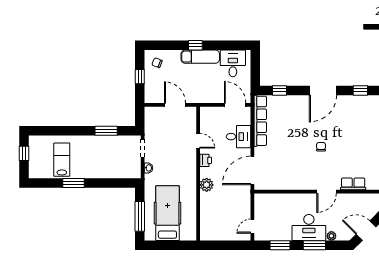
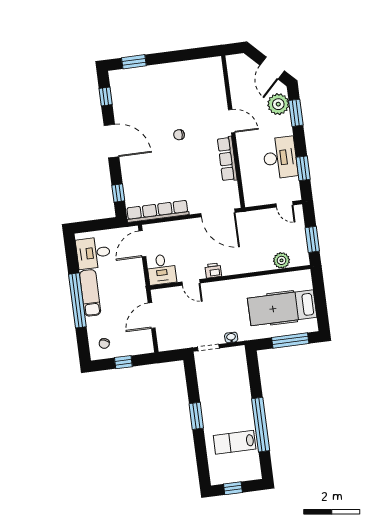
window: (195, 45) -> (77, 300), width x3.17
window: (106, 131) -> (196, 416), moved
desk: (239, 137) -> (161, 269), moved, turned 180
door: (198, 141) -> (191, 282), swing flipped
window: (74, 183) -> (261, 425), width x2.11
row of seats: (353, 184) -> (227, 159), moved, width x1.48
plant: (207, 185) -> (282, 260), moved
desk: (309, 227) -> (280, 158), moved
plant: (331, 236) -> (278, 104), width x1.88, depth x1.88
window: (221, 245) -> (312, 239), added
window: (314, 245) -> (296, 113), moved

